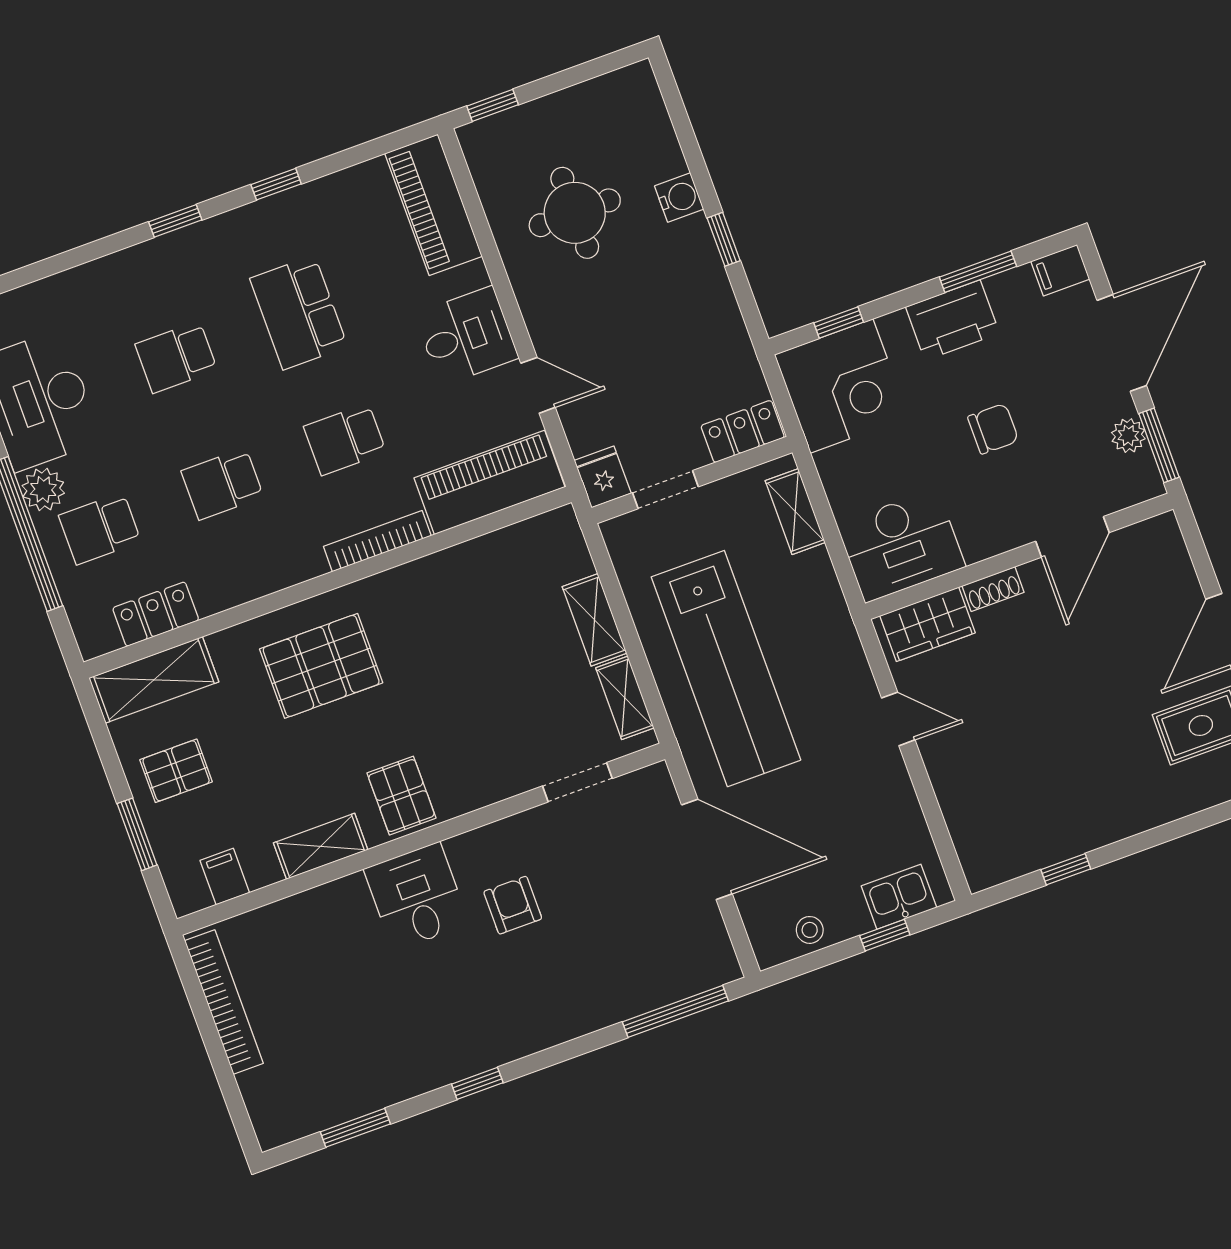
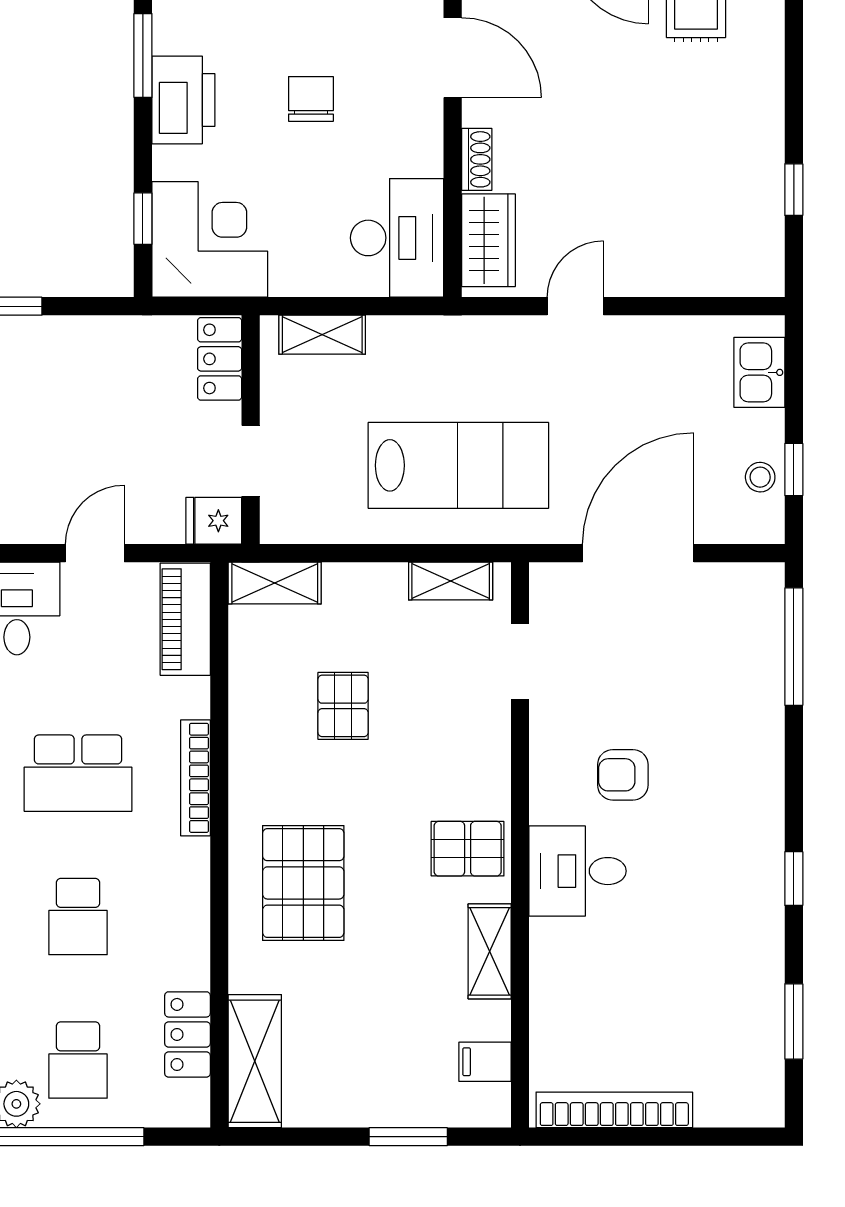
school desk: (345, 439) -> (78, 773), width x1.85
piano: (490, 482) -> (185, 619), width x0.73, depth x0.75
shelving: (594, 620) -> (275, 583), moved
lab bench: (726, 669) -> (458, 465), width x0.73
pallet: (176, 771) -> (343, 706), moved
window: (885, 935) -> (794, 469), moved

